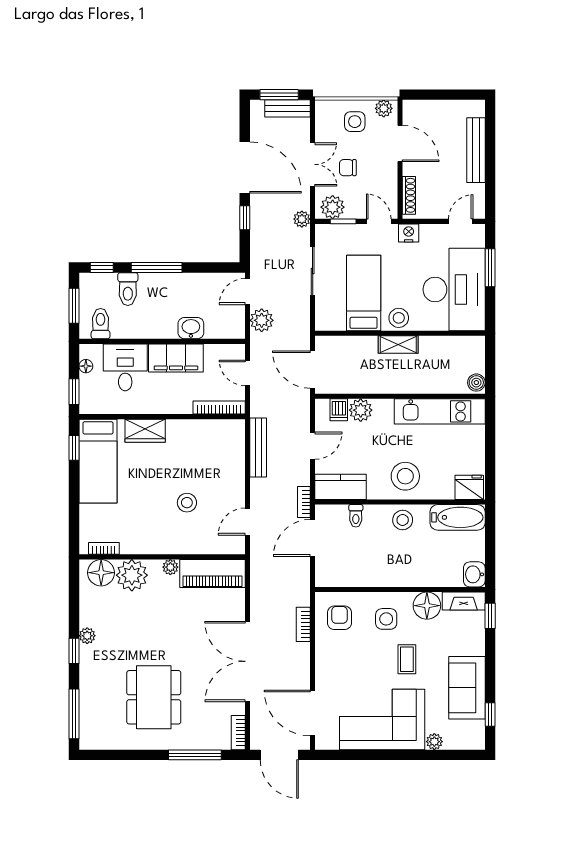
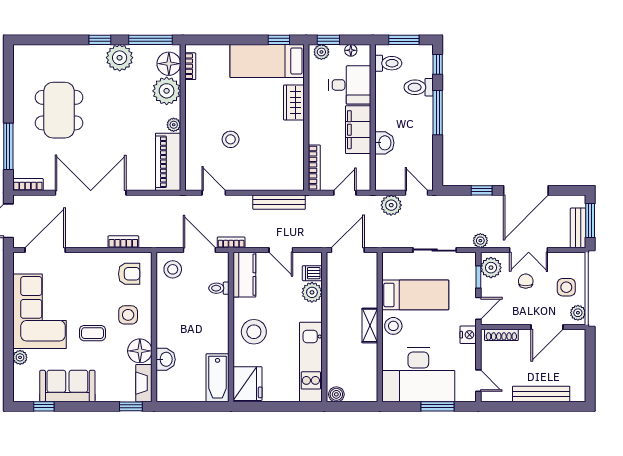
plant: (88, 399) -> (321, 52), added
fridge: (469, 487) -> (248, 384), width x1.36, depth x1.34
stool: (403, 520) -> (173, 269), moved
washbasin: (474, 574) -> (166, 359), moved, turned 90
plant: (87, 636) -> (120, 58), width x1.88, depth x1.88
dining table: (154, 697) -> (59, 110), turned 90
window: (74, 714) -> (150, 40), moved

